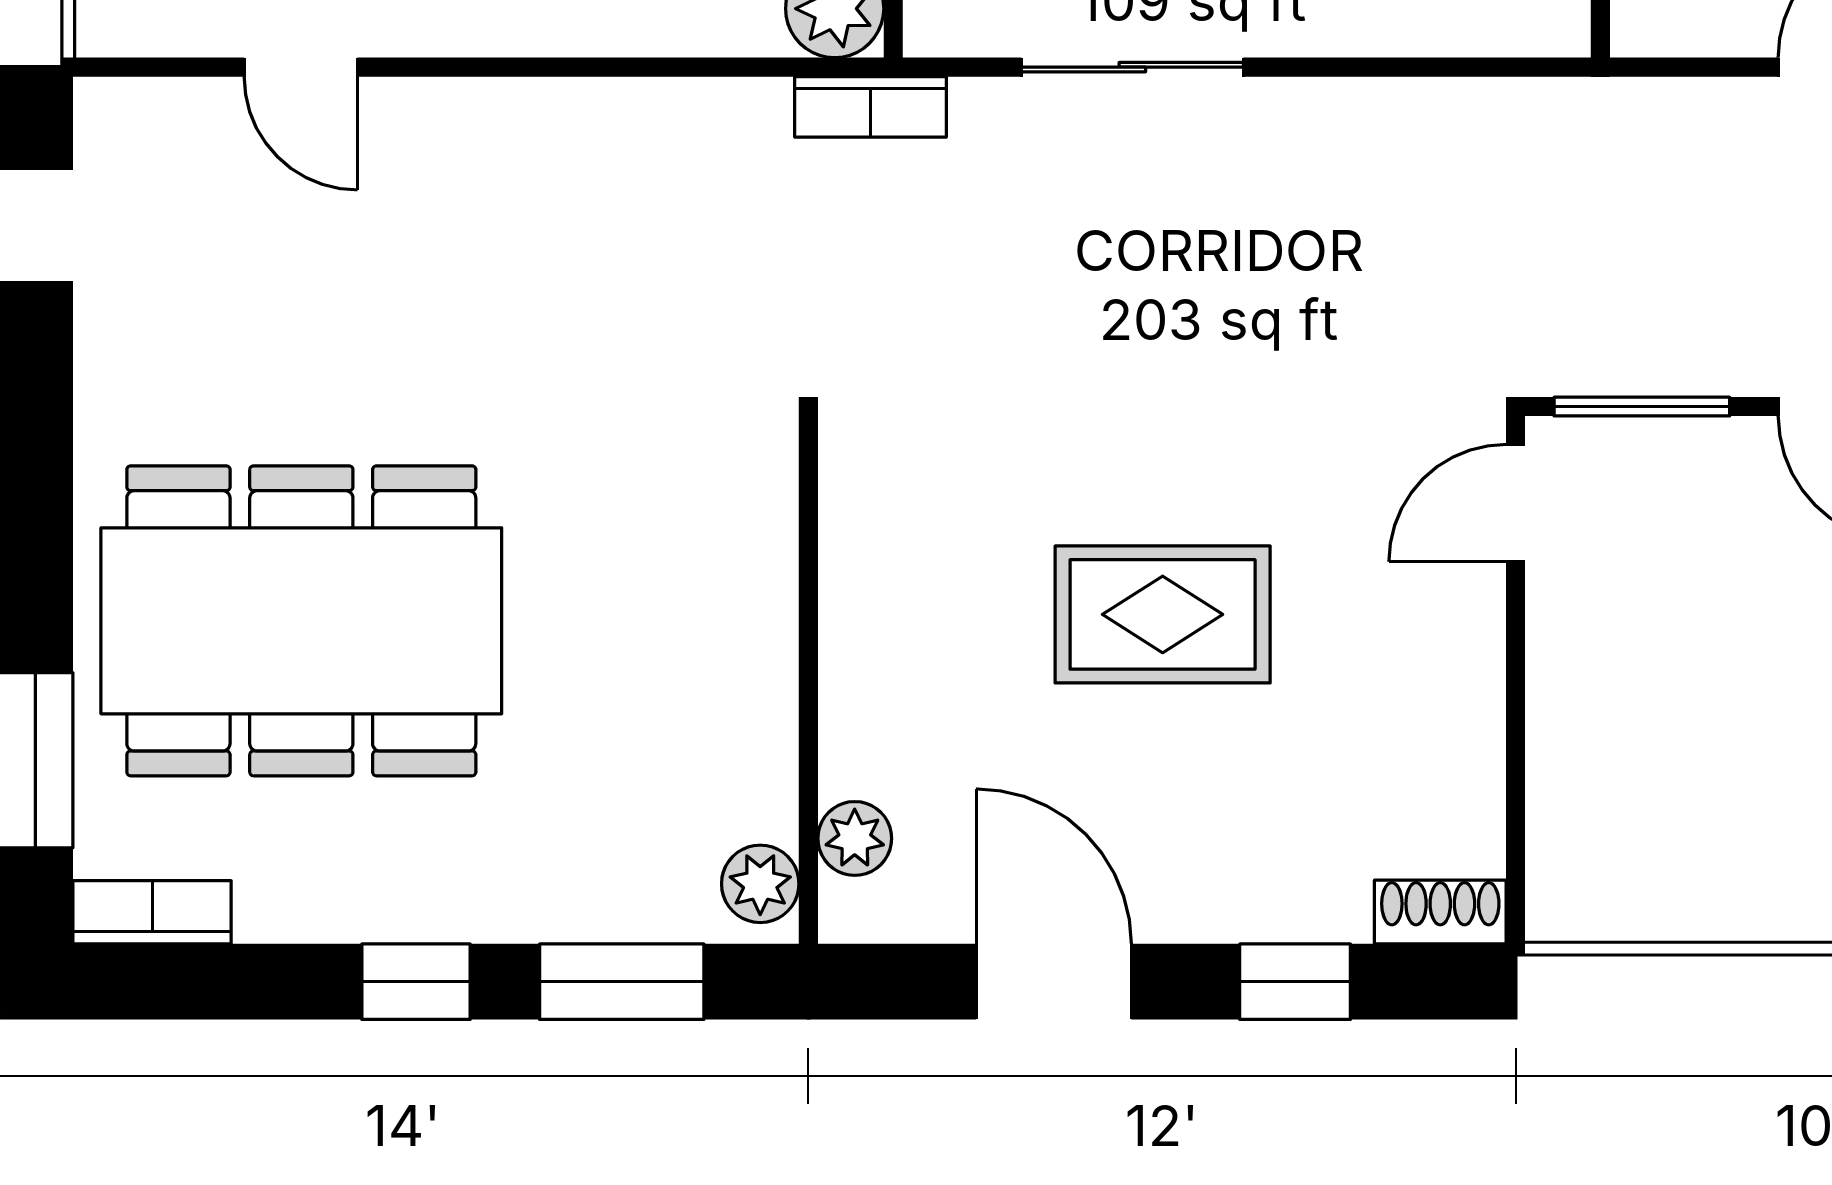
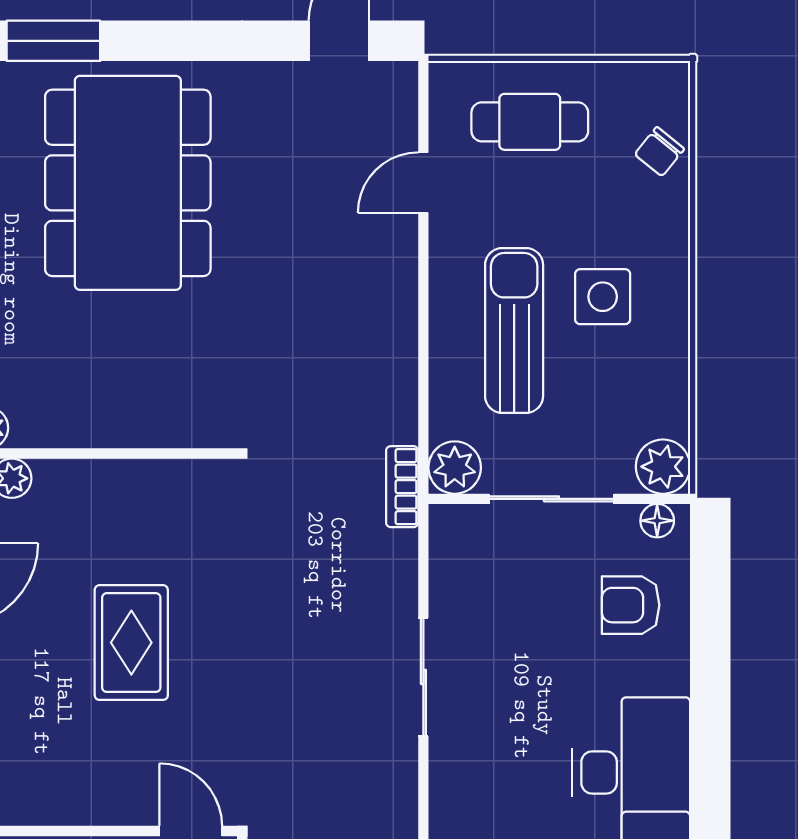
sliding door: (1132, 67) -> (423, 677), moved

